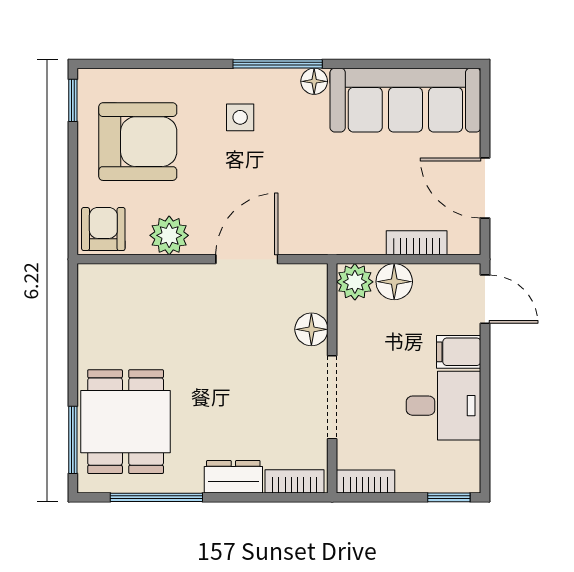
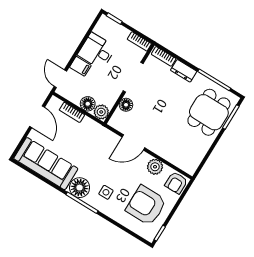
floor lamp: (314, 81) -> (80, 188), width x1.89, depth x1.89

